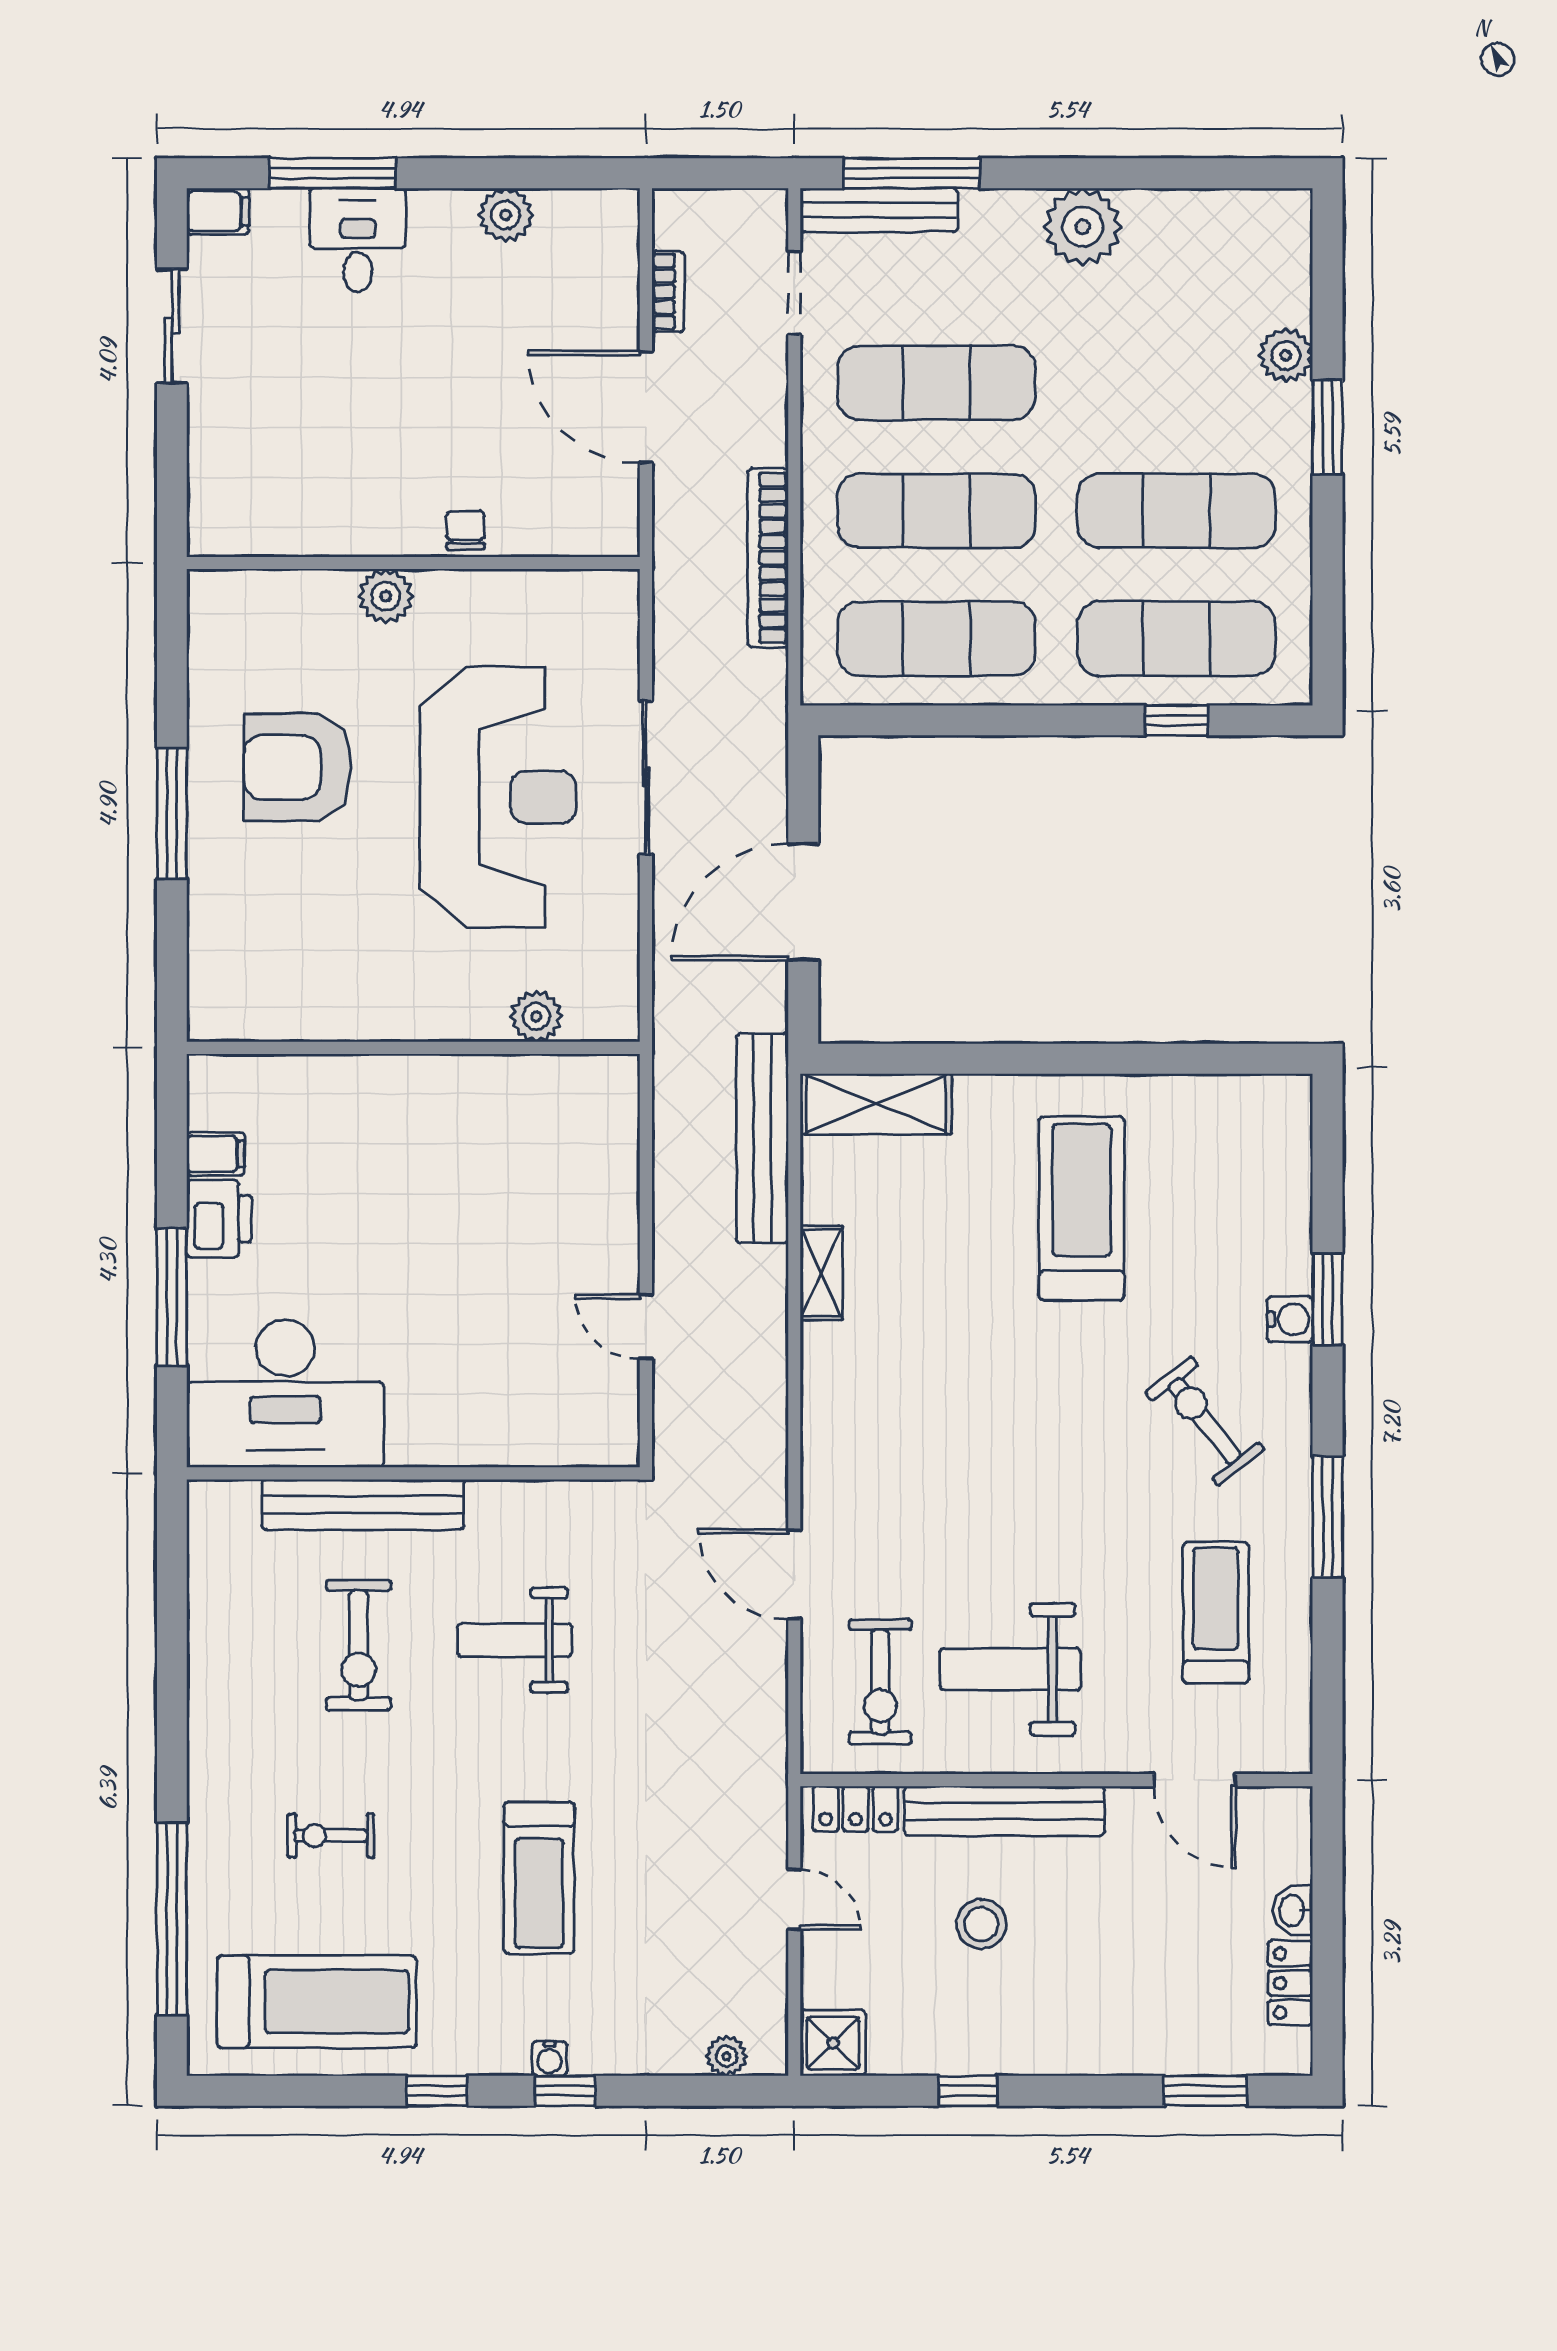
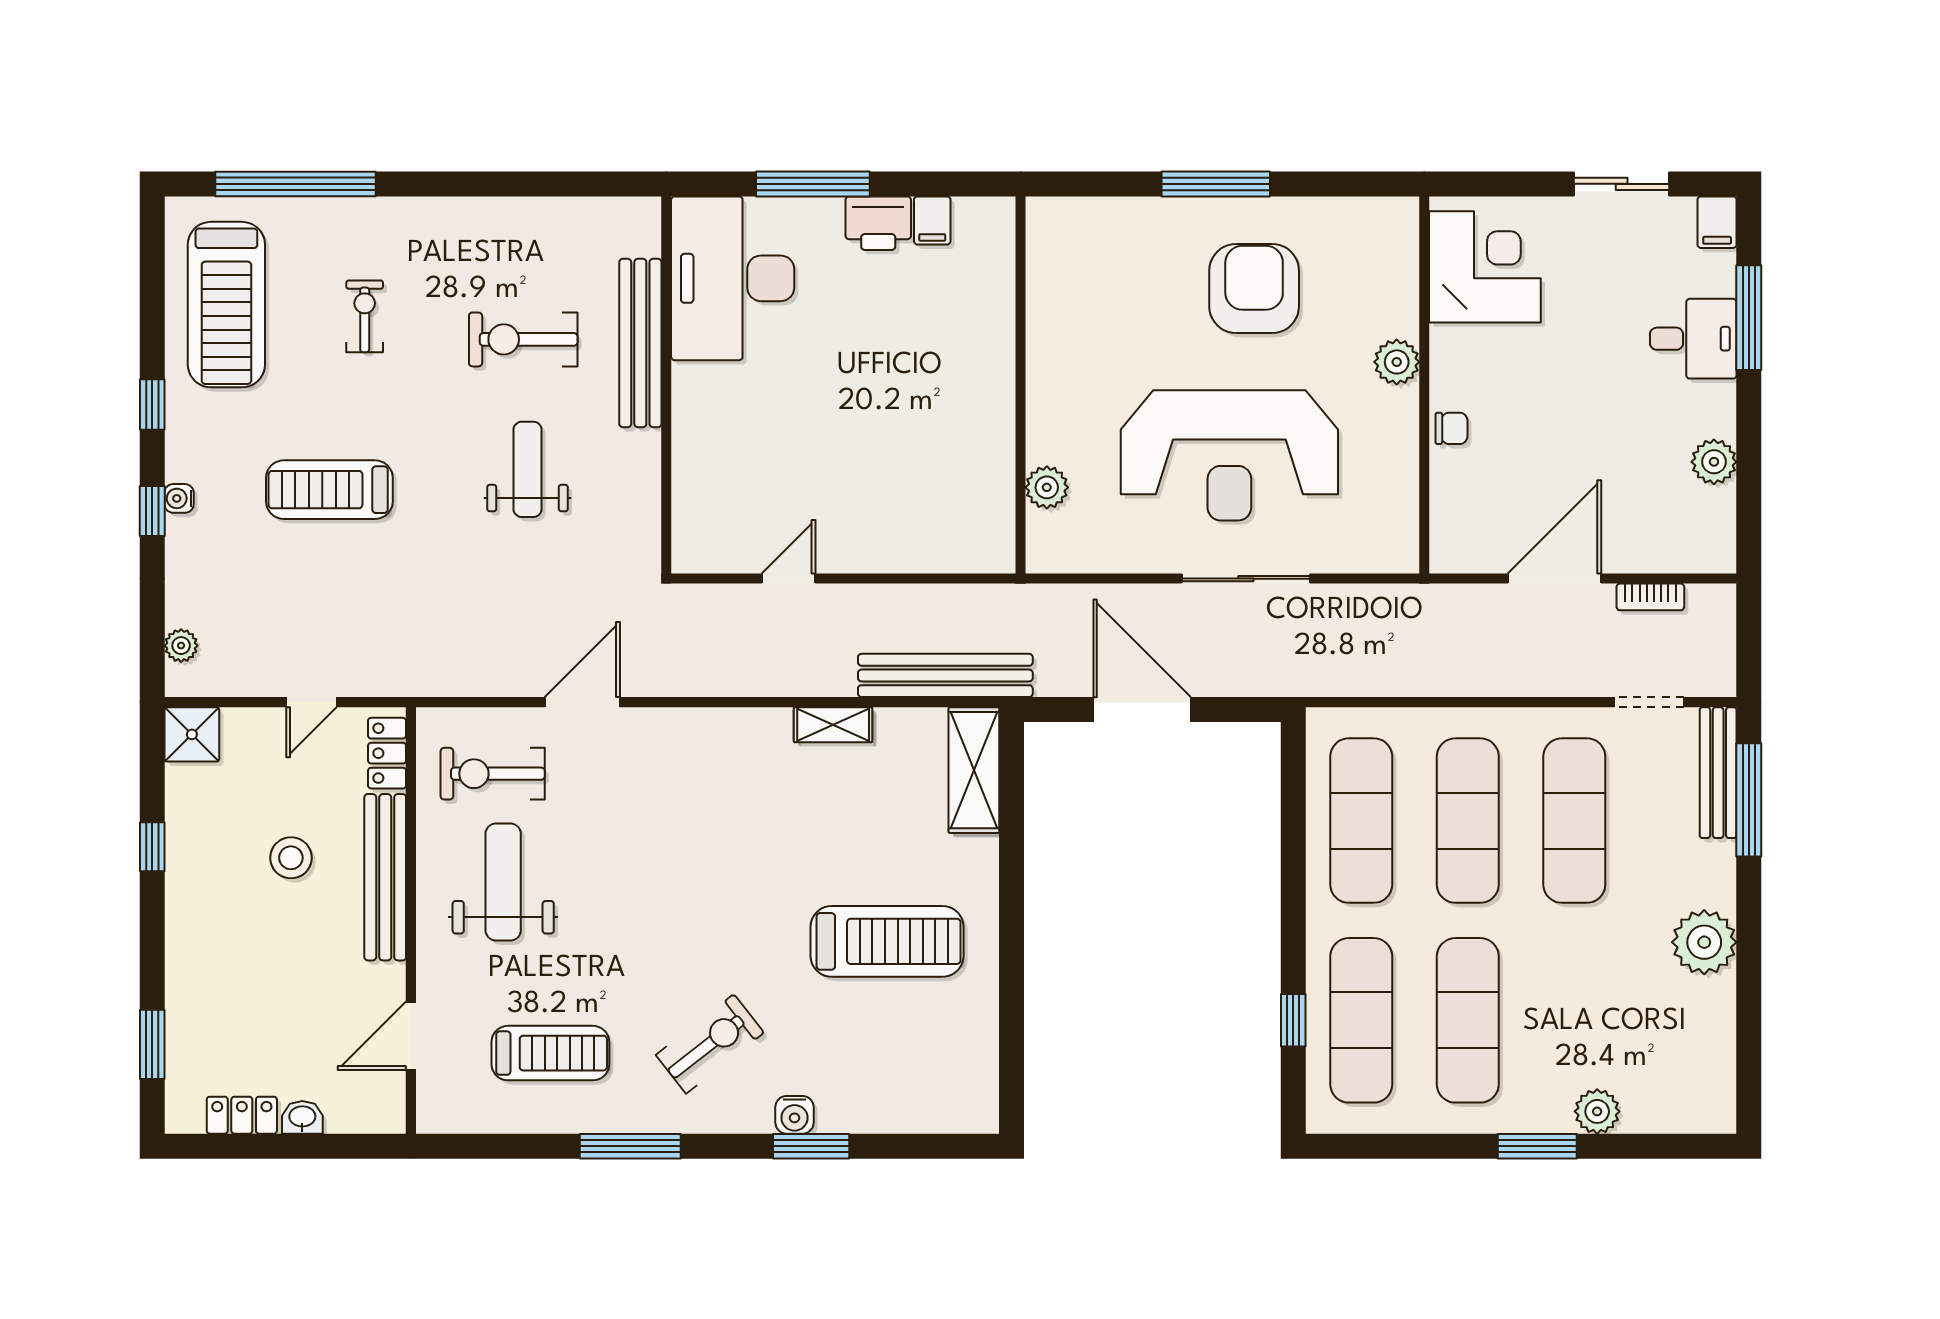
corner desk: (272, 490) -> (1485, 267), added
bookcase: (768, 558) -> (1429, 680), removed

